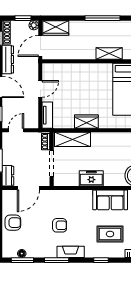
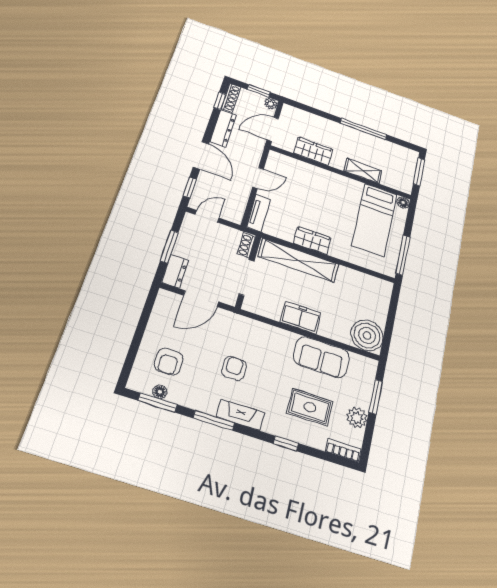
wardrobe: (56, 28) -> (313, 151), moved, turned 180
shelving: (73, 139) -> (298, 260), width x1.47
armchair: (13, 223) -> (169, 362), moved, turned 90
armchair: (60, 225) -> (234, 368), turned -90

